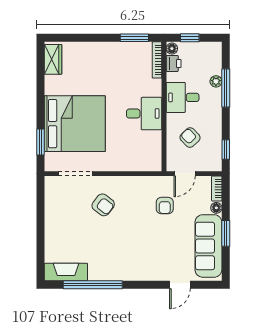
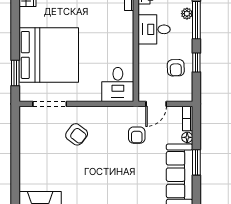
desk: (144, 114) -> (118, 84), moved, turned 90
armchair: (190, 138) -> (176, 68), moved, turned -138
window: (226, 150) -> (196, 62), moved

